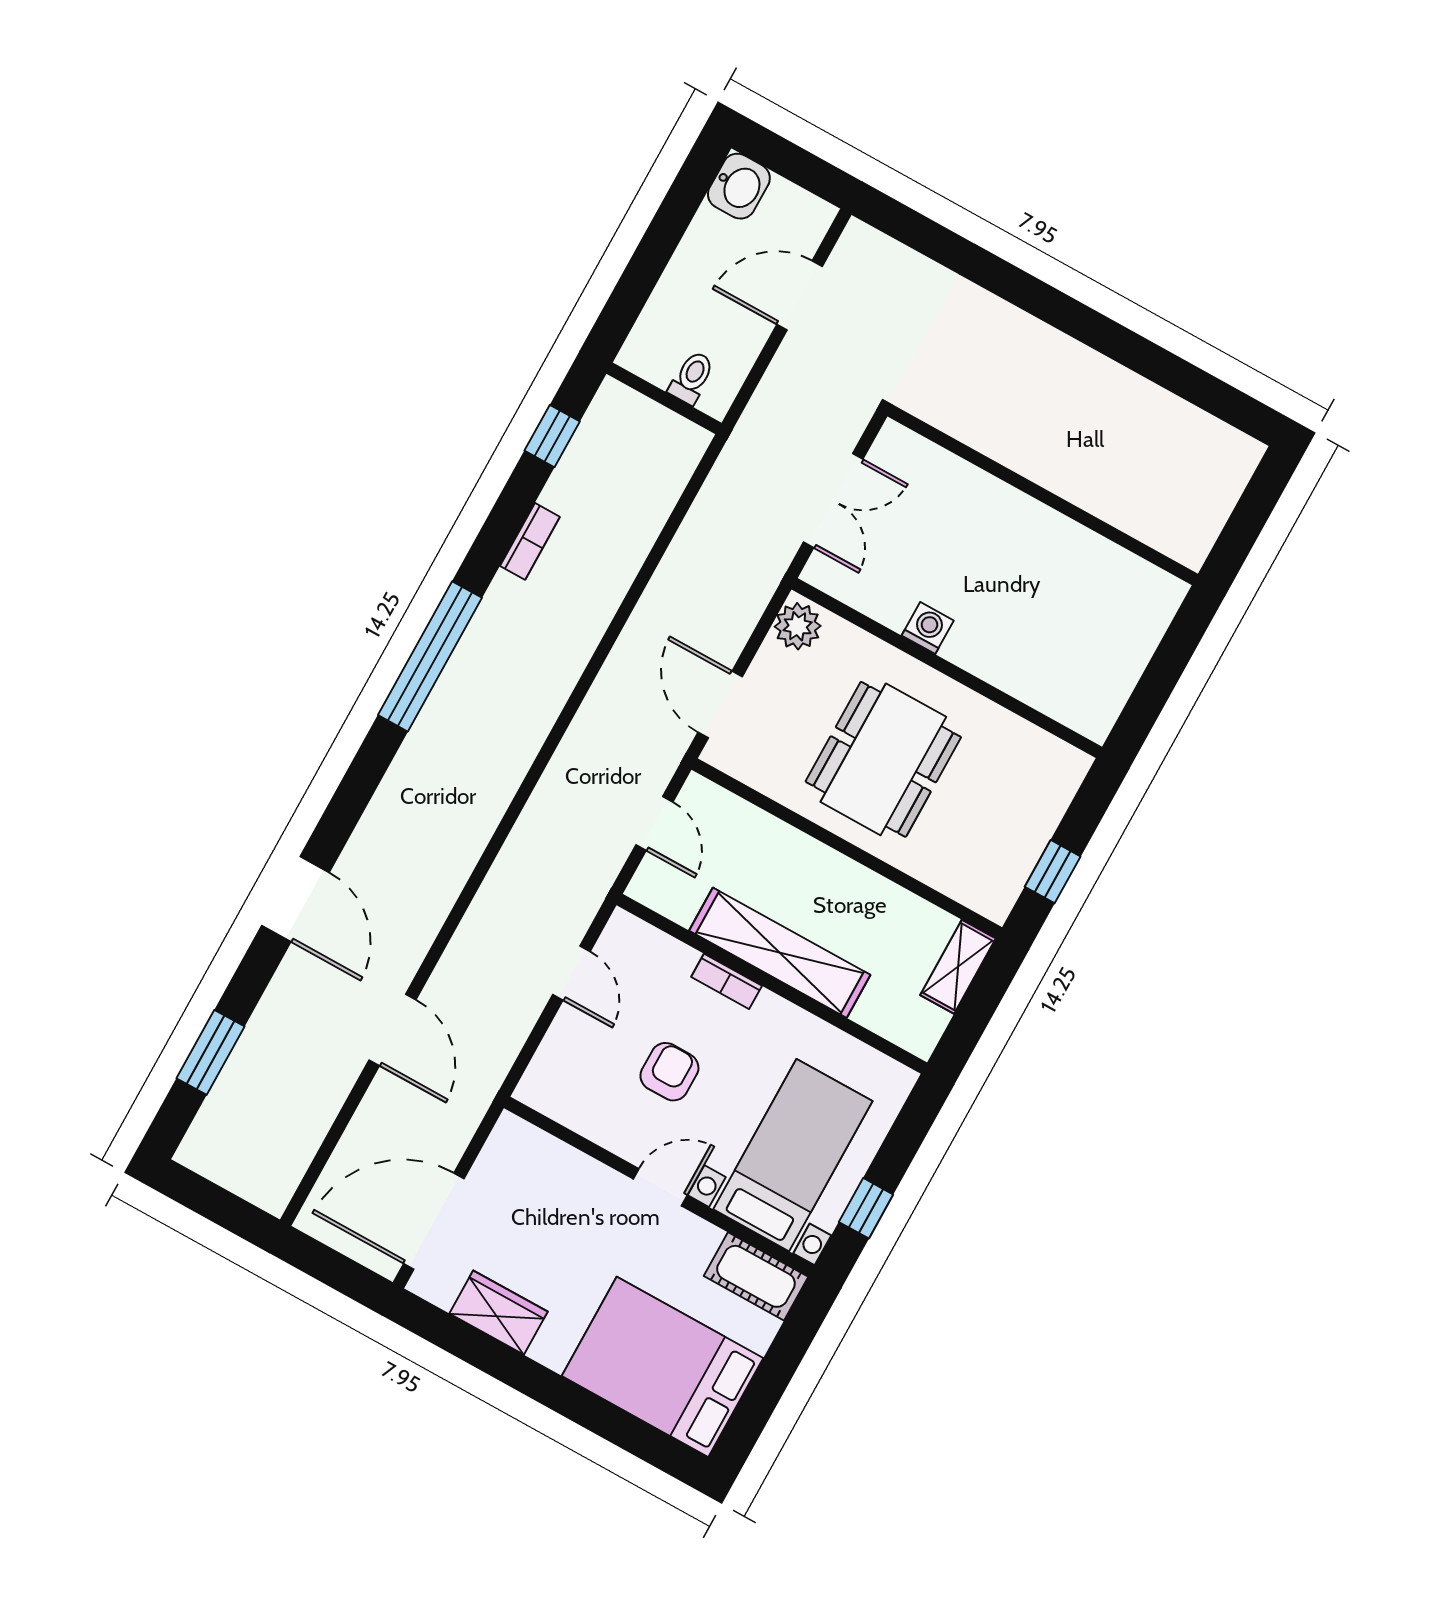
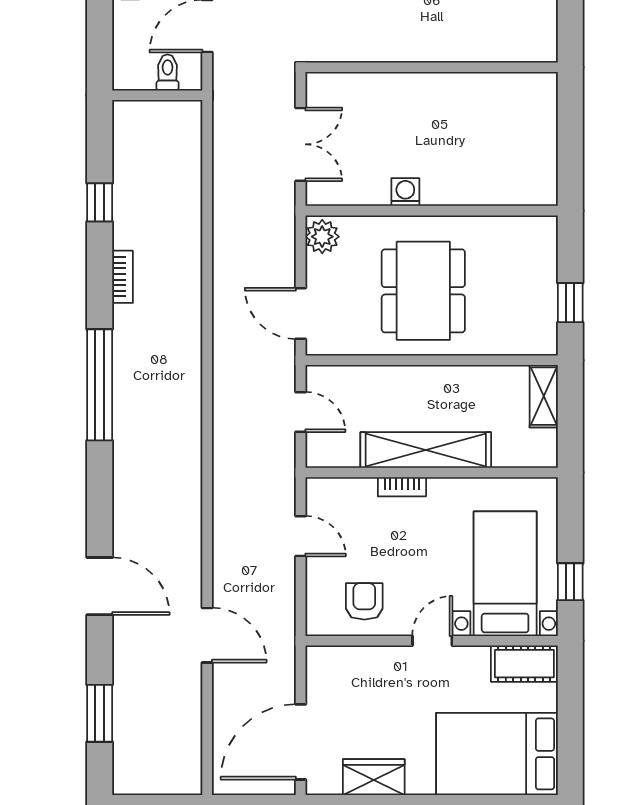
toilet: (692, 378) -> (168, 72), moved
wall: (664, 398) -> (157, 95), moved
armchair: (669, 1072) -> (364, 601), moved

